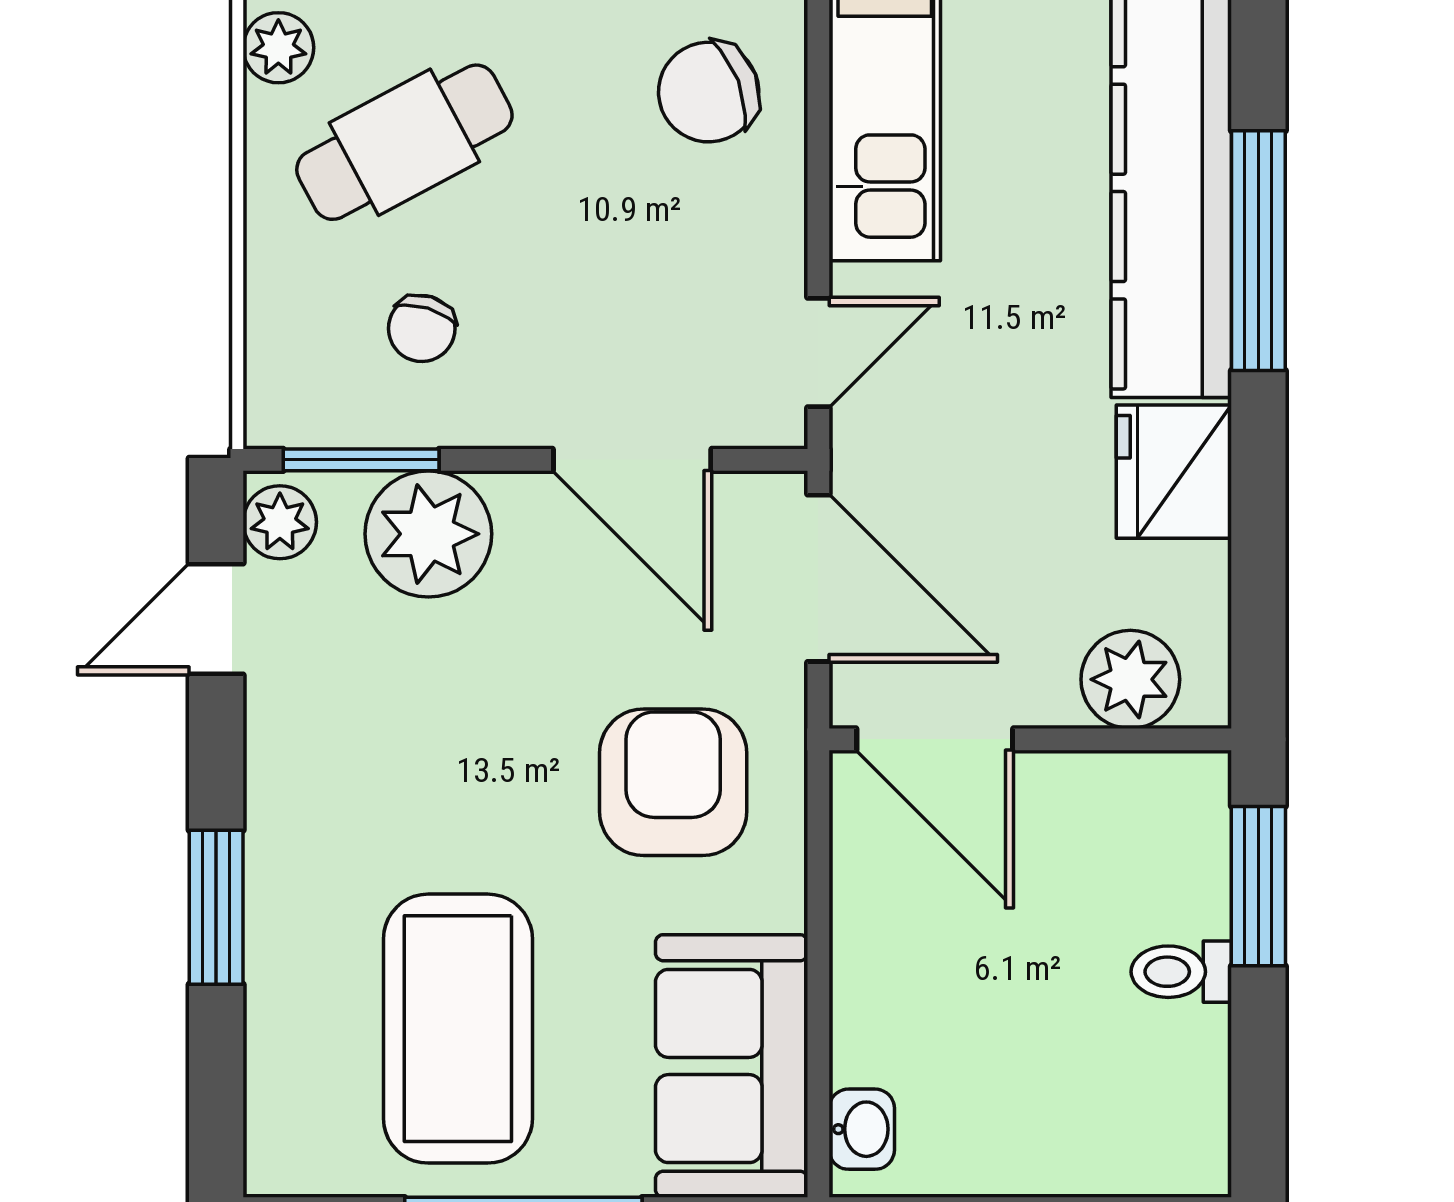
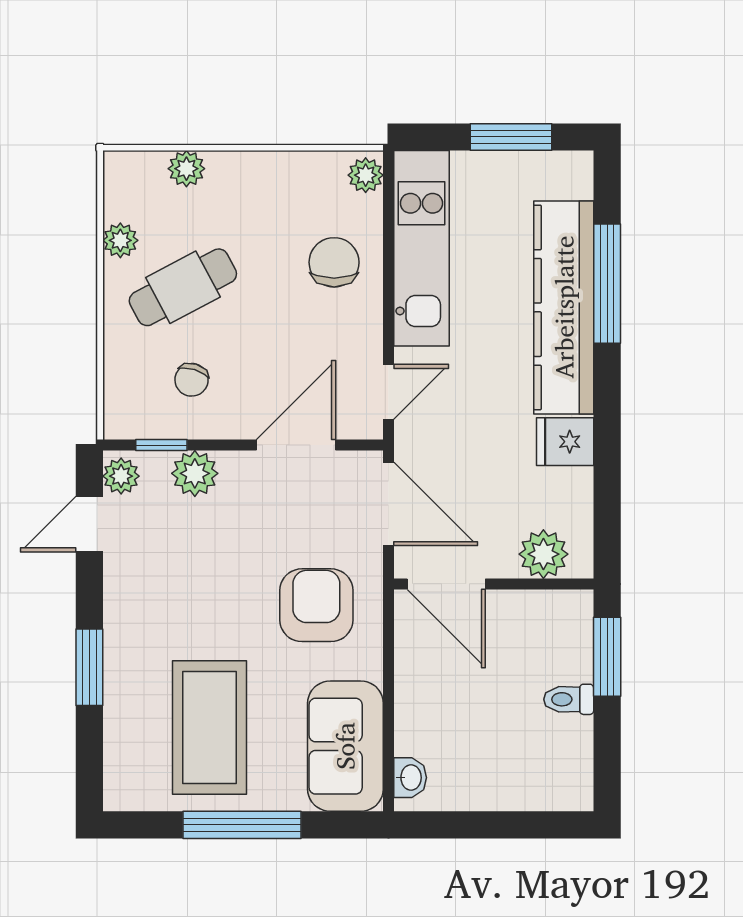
chair: (709, 92) -> (334, 262), turned 111
window: (1258, 251) -> (607, 284), moved
window: (361, 460) -> (161, 445), width x0.67
door: (632, 460) -> (296, 445), swing flipped
fridge: (1174, 472) -> (565, 442), width x0.72
plant: (428, 534) -> (195, 473), width x0.73, depth x0.73

